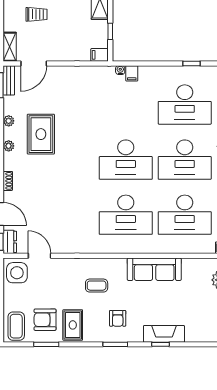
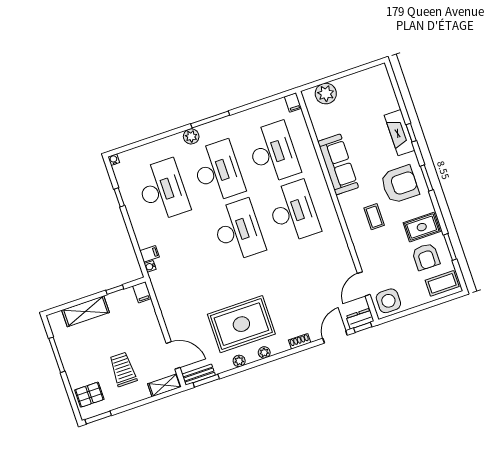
trolley: (36, 14) -> (123, 369), width x1.36, depth x1.39
rug: (41, 134) -> (241, 324), width x1.37, depth x1.44
armchair: (118, 318) -> (400, 184), width x1.88, depth x1.88

